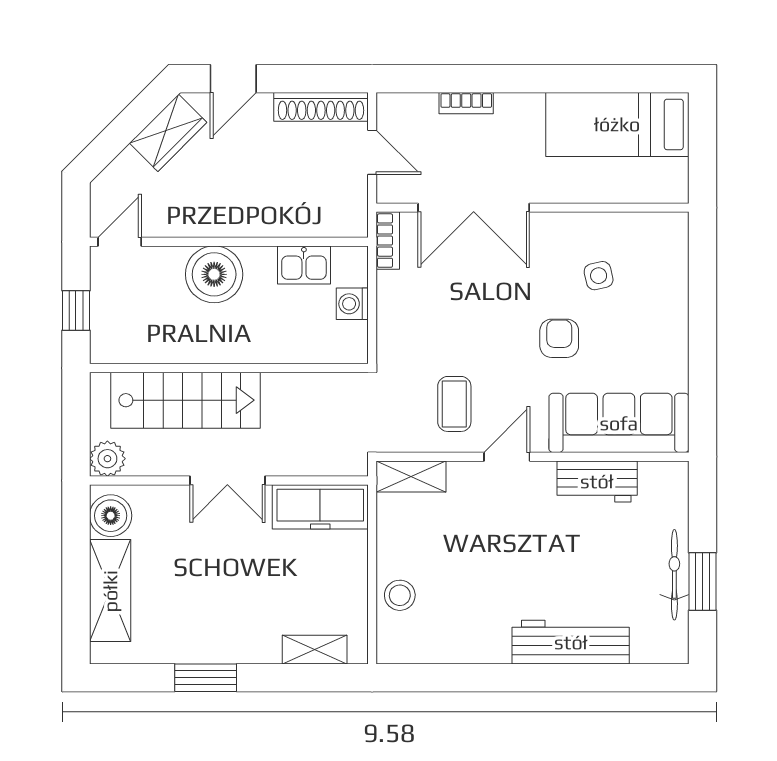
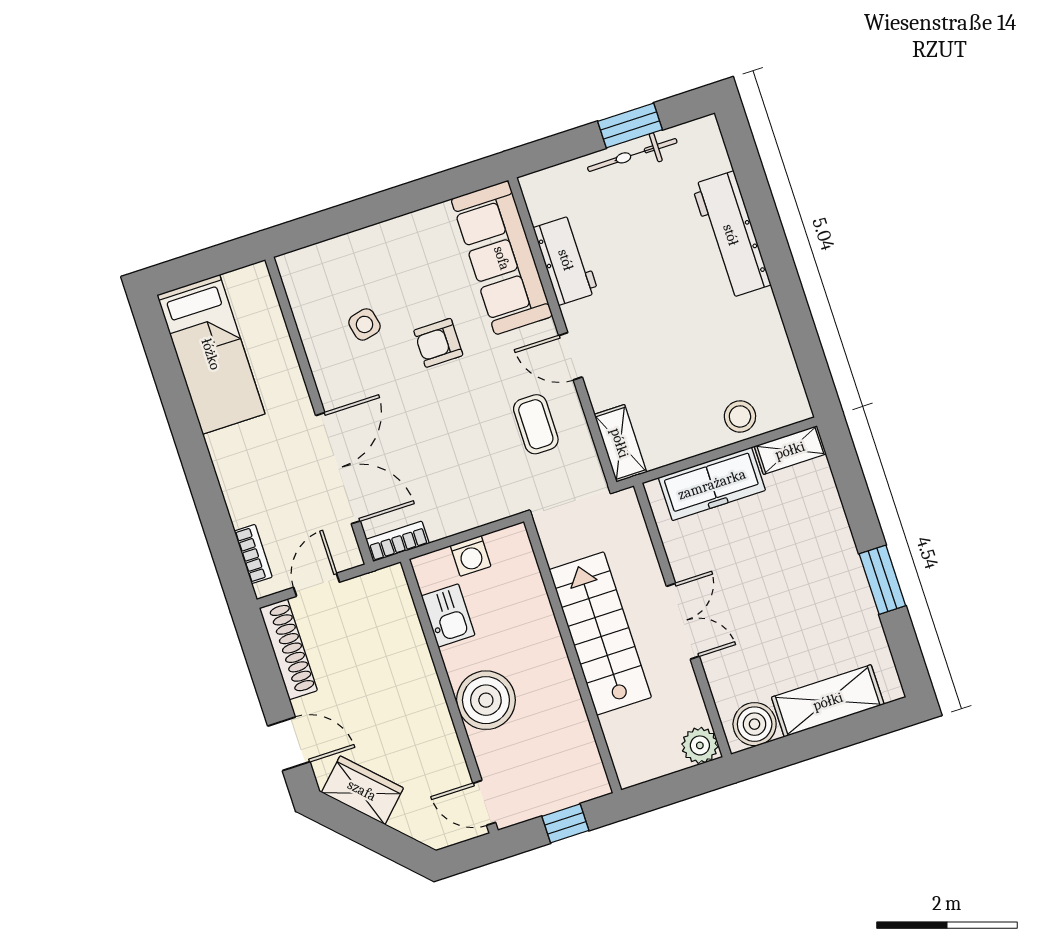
bookcase: (466, 103) -> (253, 554), moved
stairs: (186, 400) -> (600, 634), moved
coffee table: (454, 404) -> (536, 424), turned 90
freezer: (320, 507) -> (712, 484), moved, turned 90
shelving: (315, 650) -> (790, 450), moved, turned 90

